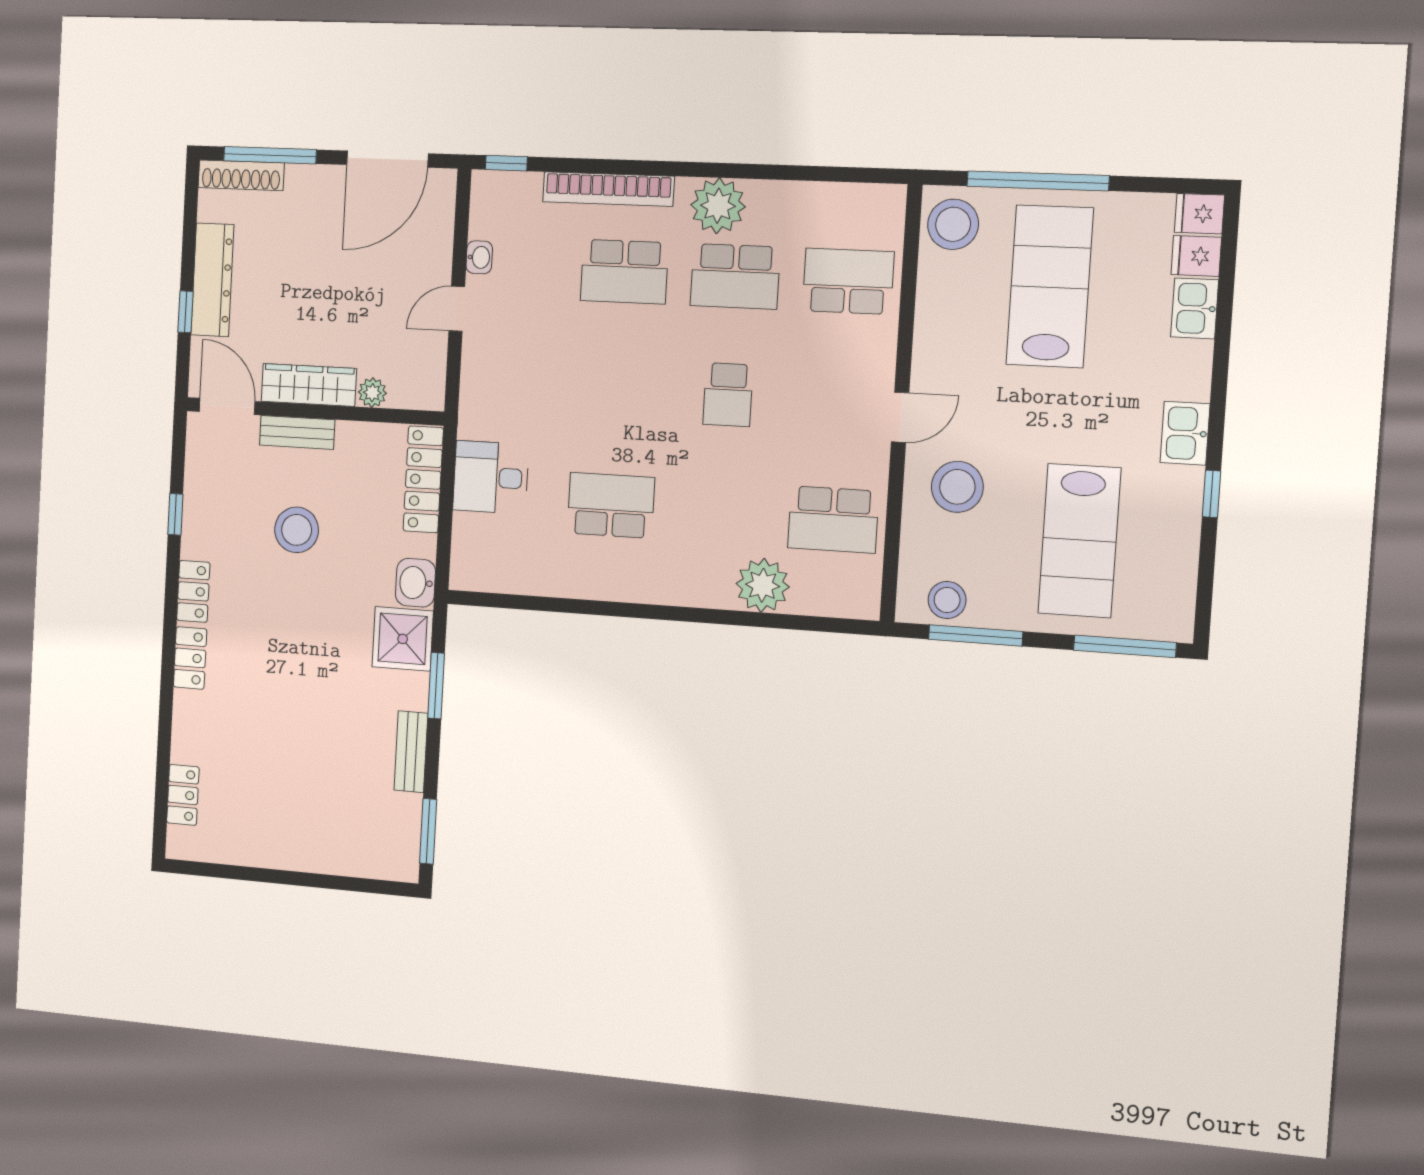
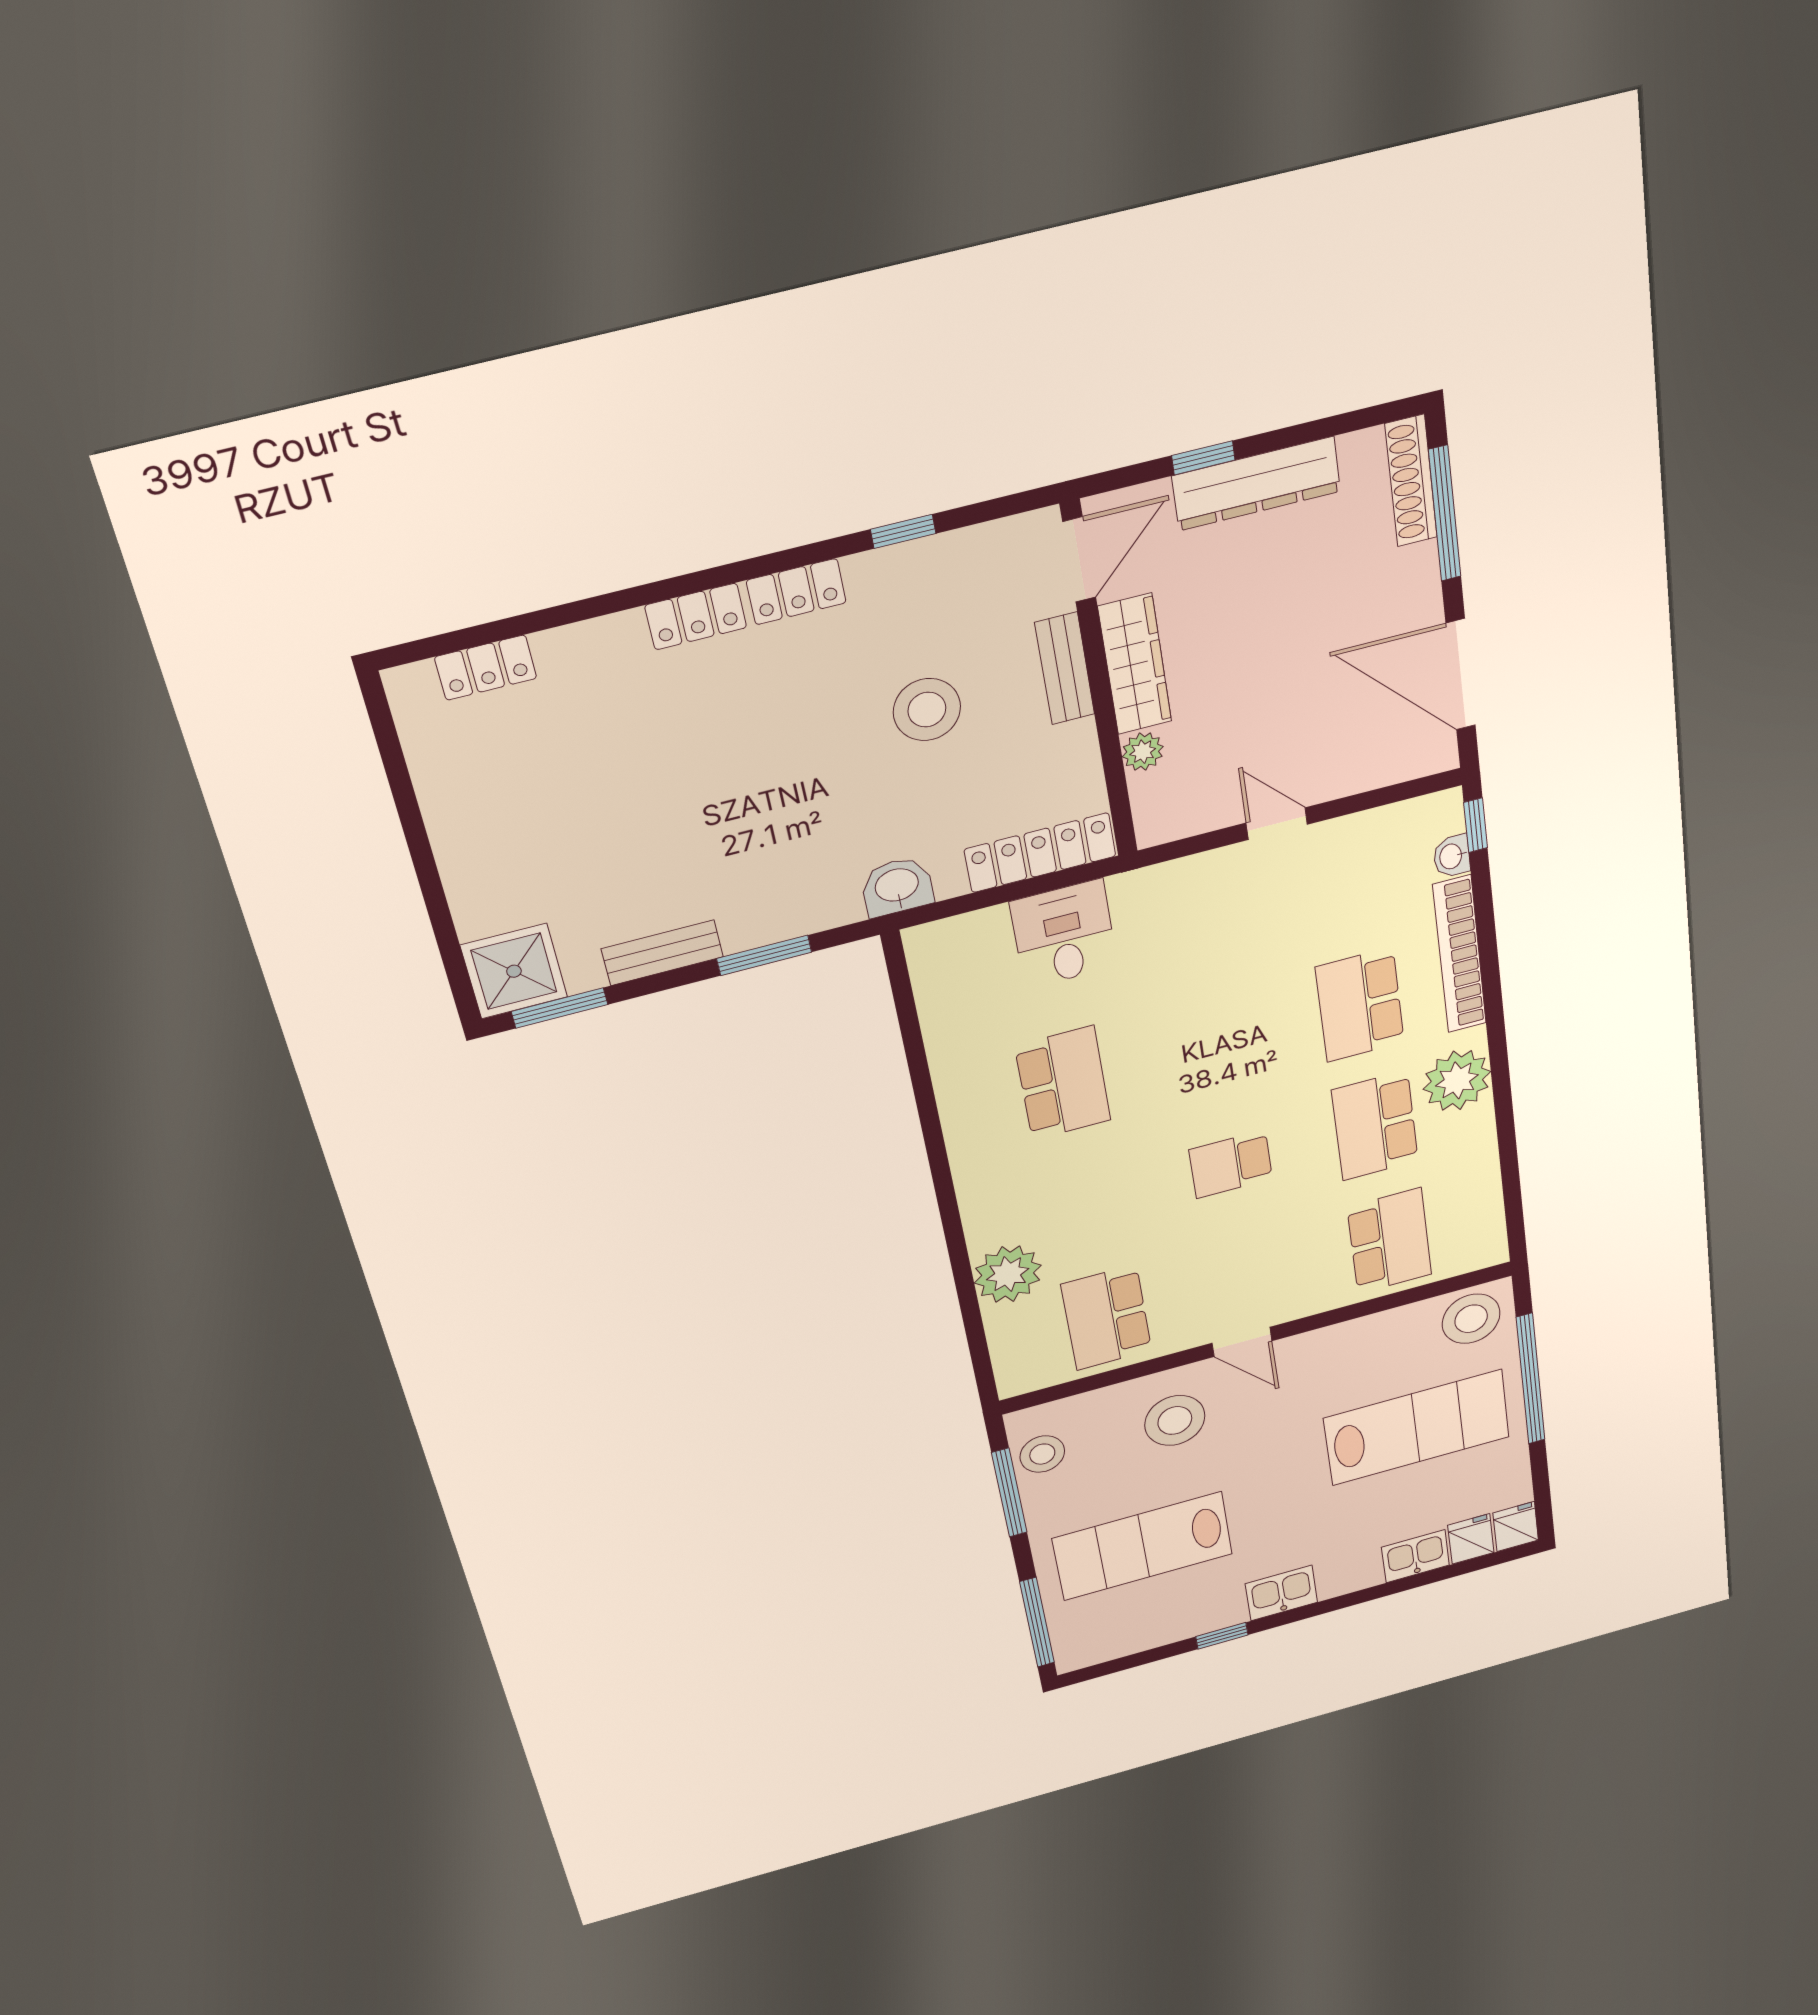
washbasin: (479, 257) -> (1452, 856), moved, turned 90
shower: (403, 639) -> (514, 971), moved

